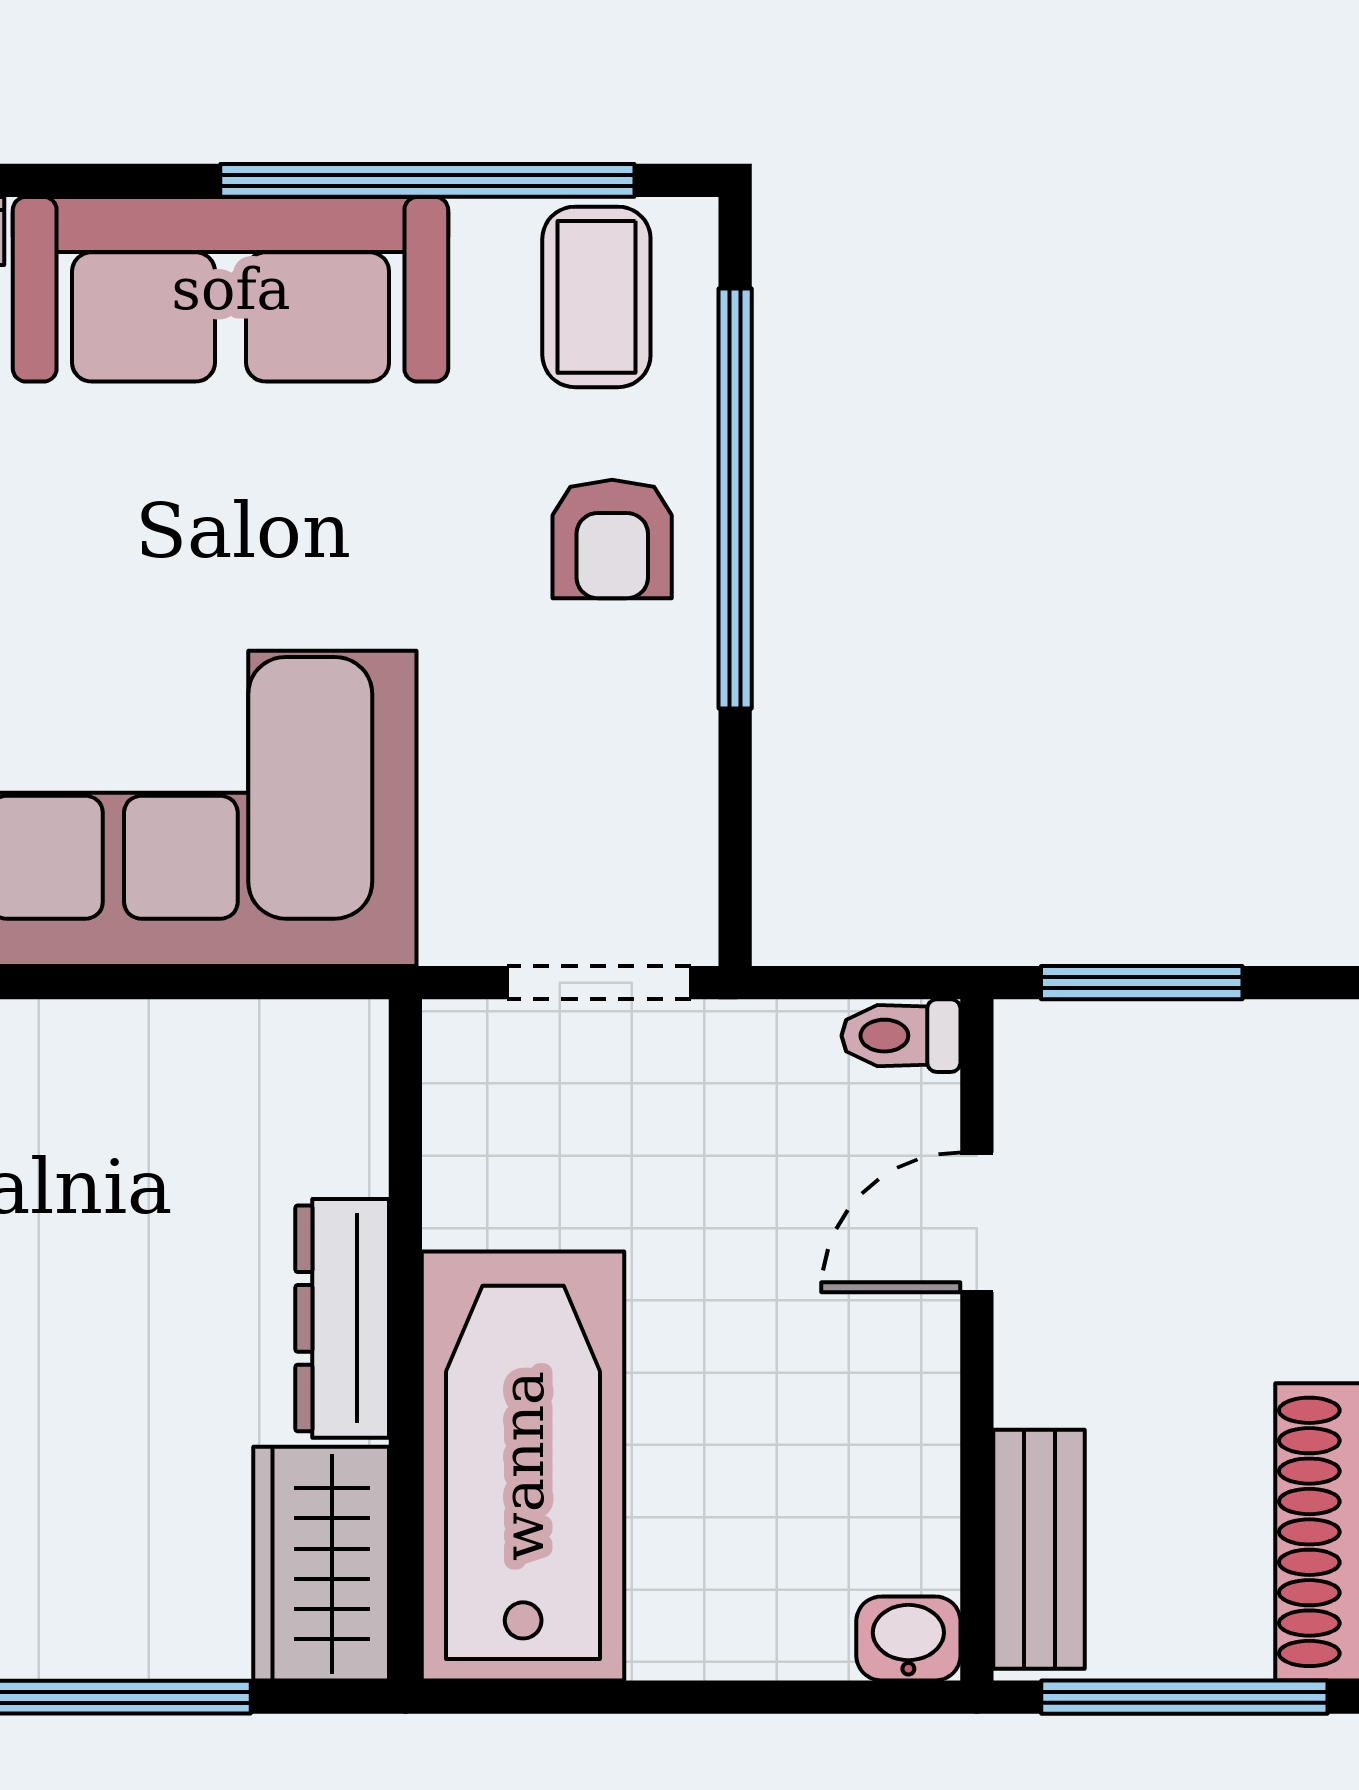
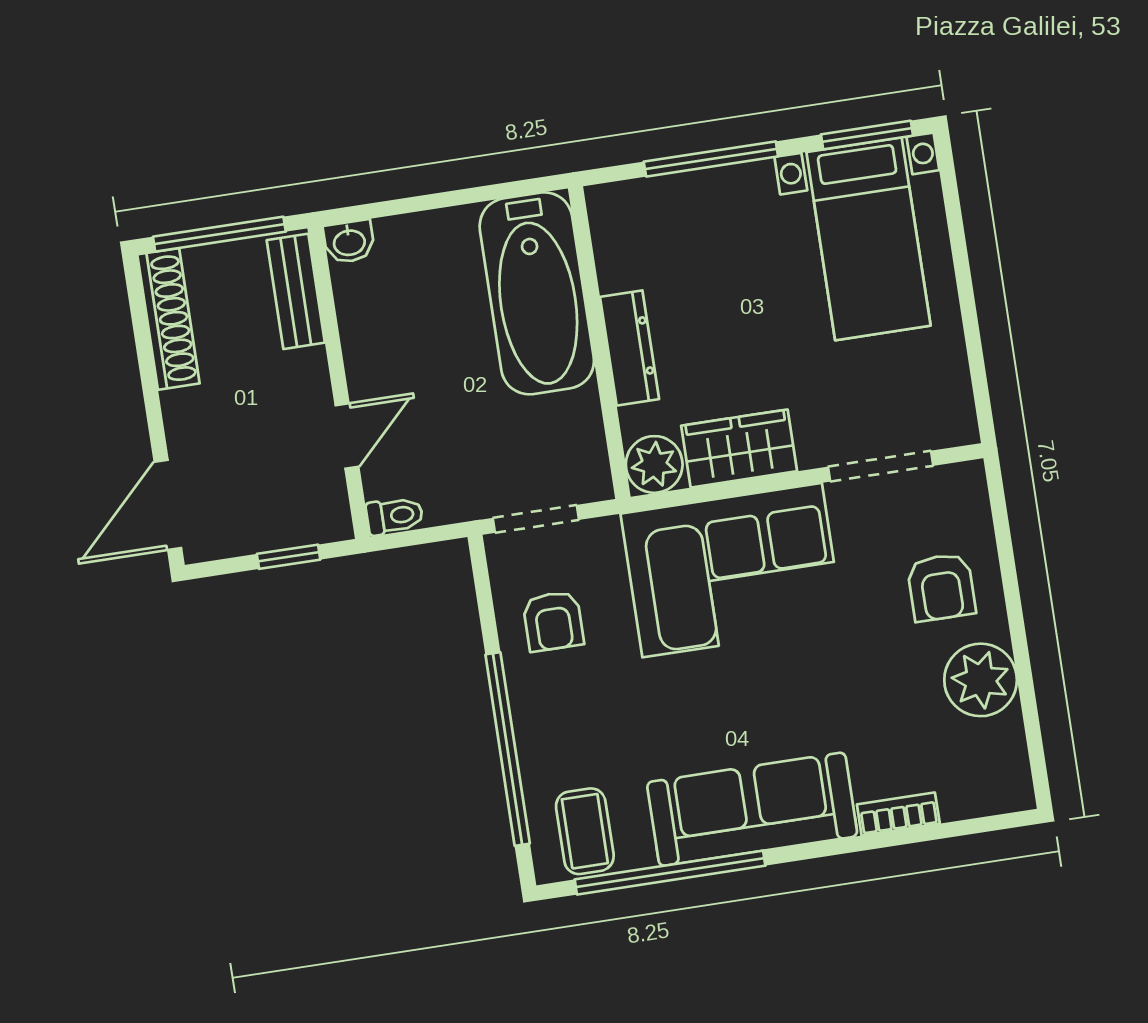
armchair: (612, 539) -> (553, 621), moved, turned 180
window: (1142, 983) -> (289, 557), width x0.67
plant: (327, 1061) -> (654, 464), added
wardrobe: (321, 1564) -> (739, 448), moved, turned -90

